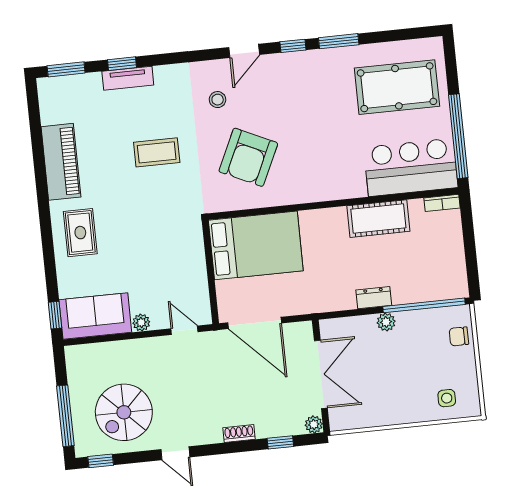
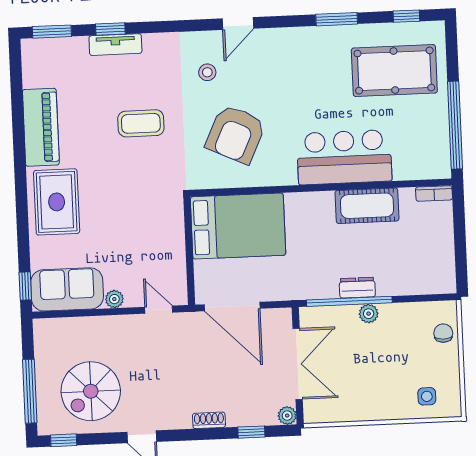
window: (293, 46) -> (406, 16), moved
bar counter: (411, 167) -> (344, 157), moved
rug: (80, 233) -> (57, 202), width x1.36, depth x1.43
window: (424, 305) -> (349, 301), moved
chair: (459, 336) -> (443, 333), turned 90

